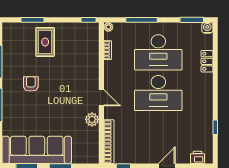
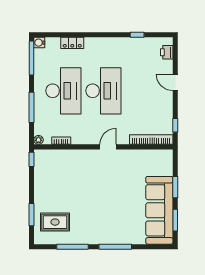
window: (192, 20) -> (32, 58), width x1.44
rug: (45, 42) -> (55, 222), moved
armchair: (31, 84) -> (94, 216), removed
plant: (92, 119) -> (129, 156), removed

